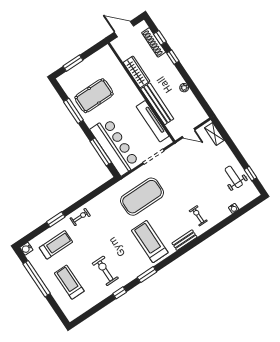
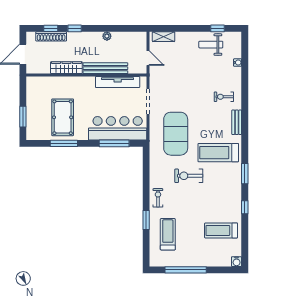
door: (189, 133) -> (148, 58), hinge flipped
water cooler: (26, 249) -> (237, 262), moved
exercise bike: (105, 271) -> (189, 176), moved
treadmill: (69, 282) -> (221, 230), moved

